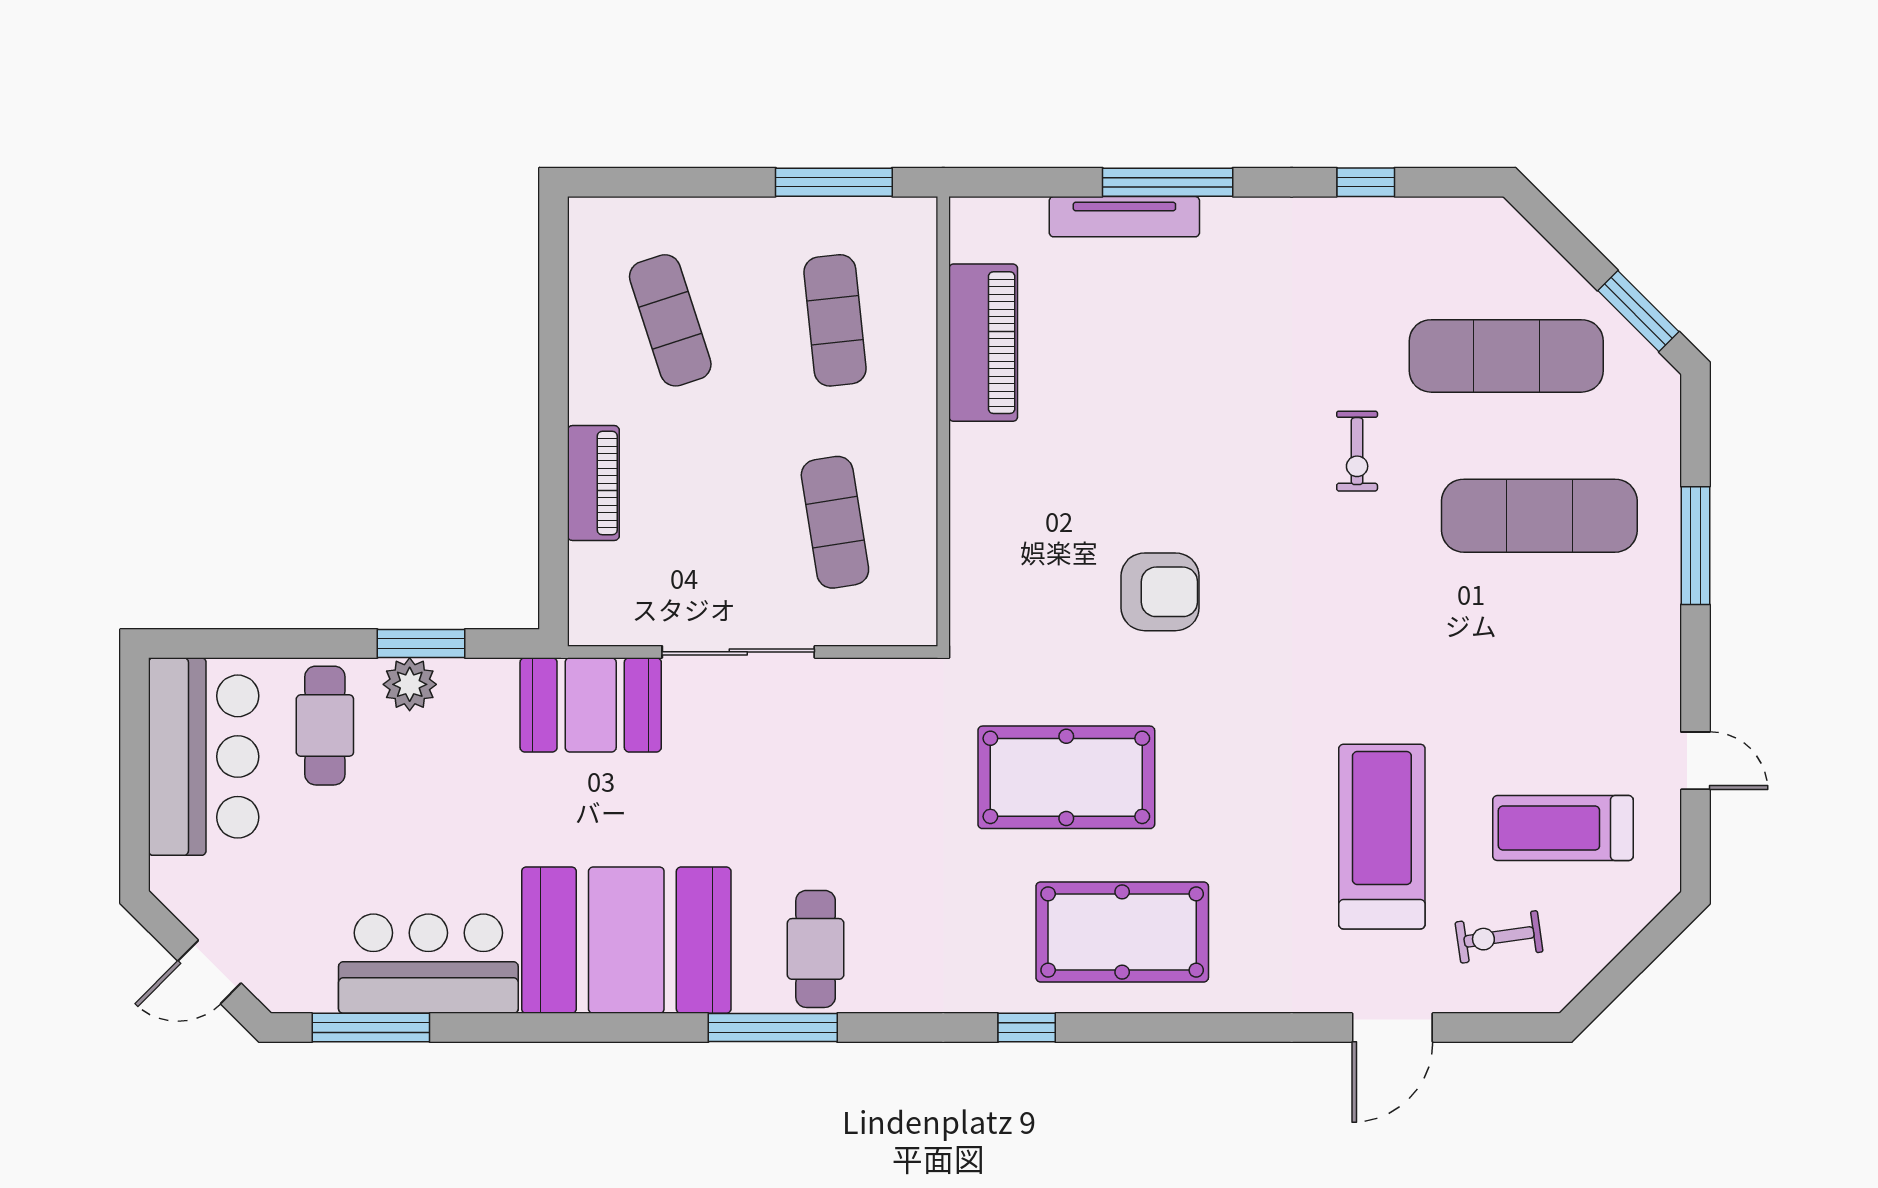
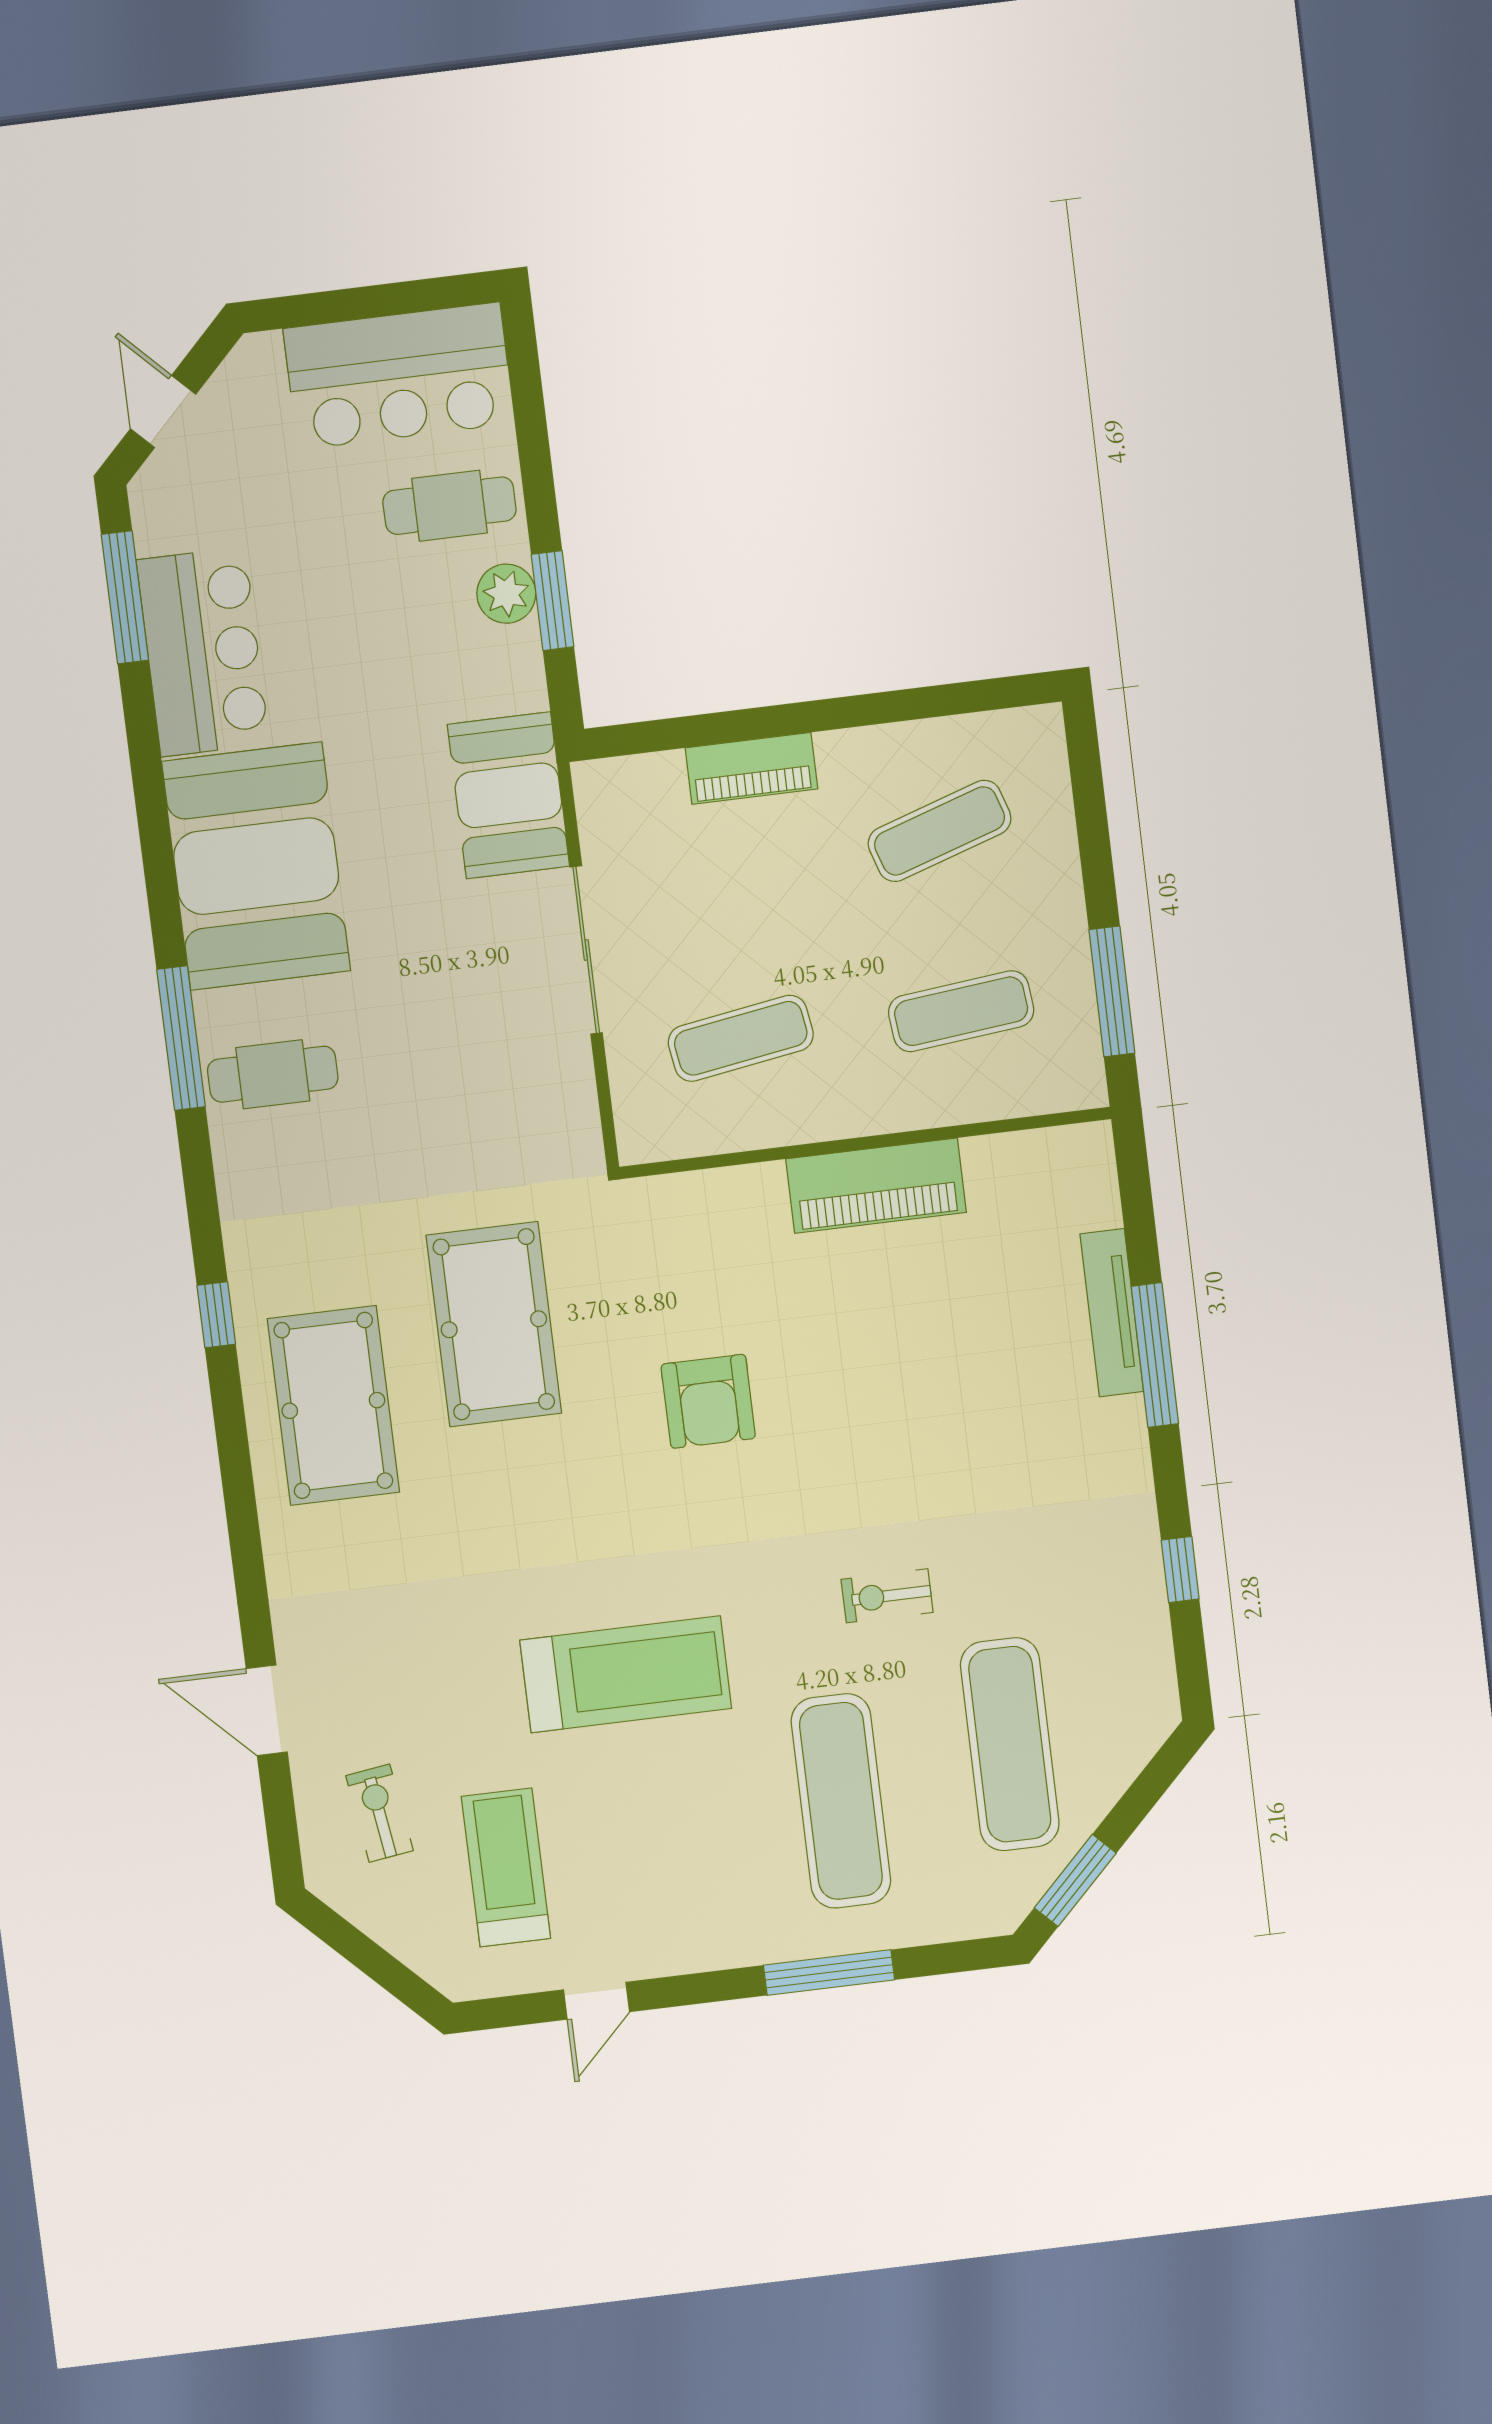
piano: (983, 343) -> (876, 1186), moved
treadmill: (1382, 837) -> (626, 1674), moved

